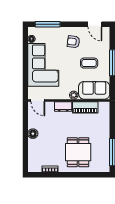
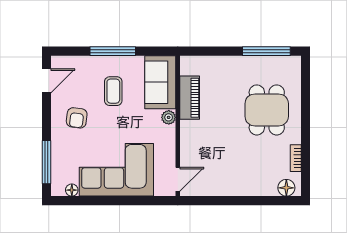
dresser: (63, 107) -> (188, 135), removed
floor lamp: (33, 134) -> (286, 188), moved
dining table: (78, 152) -> (267, 110), turned 90

